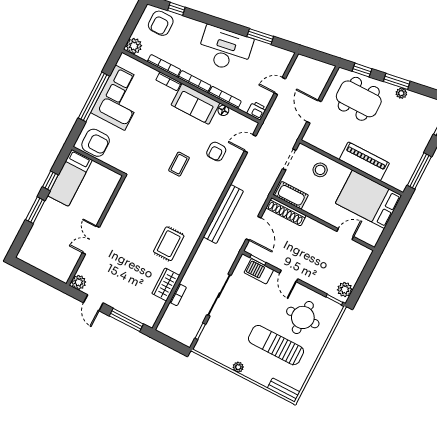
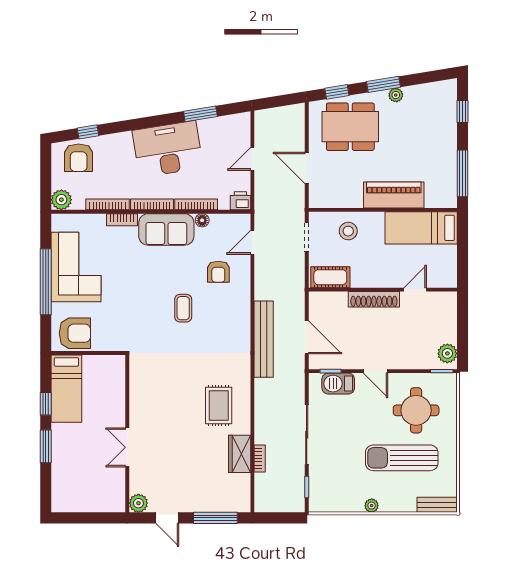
bed: (369, 199) -> (421, 228), width x0.67
shoe rack: (286, 212) -> (374, 299), moved

